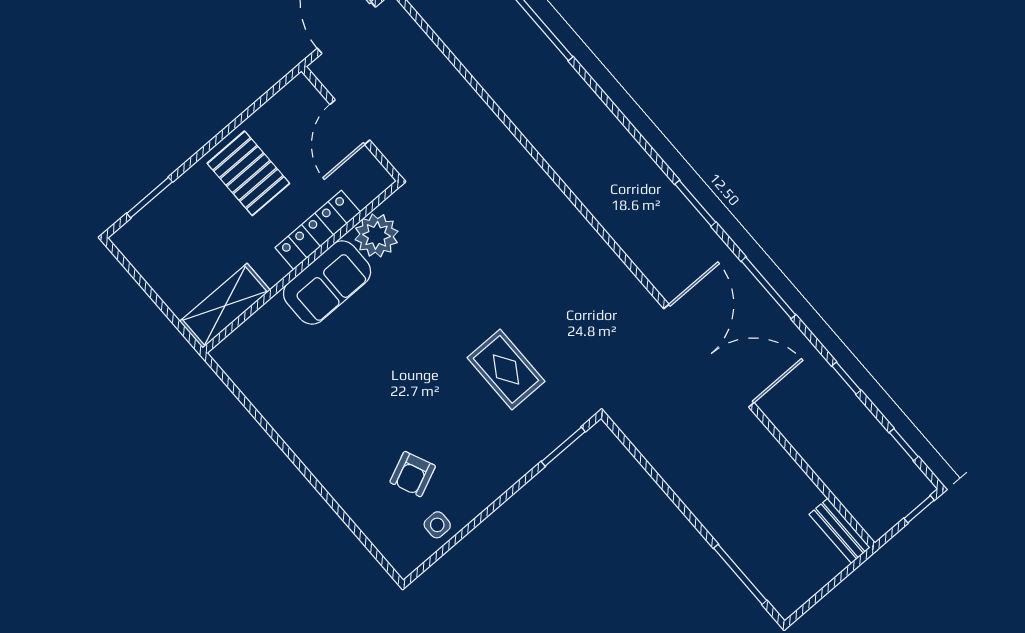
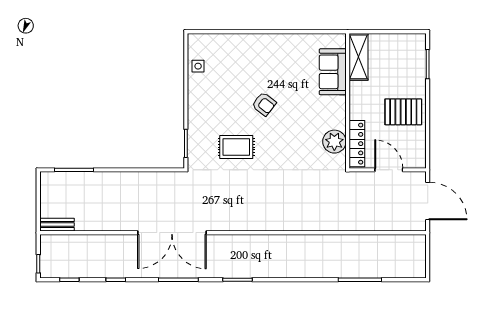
locker: (318, 230) -> (357, 144), moved
sofa: (327, 283) -> (333, 72), moved
armchair: (413, 474) -> (264, 104), moved, turned 152

